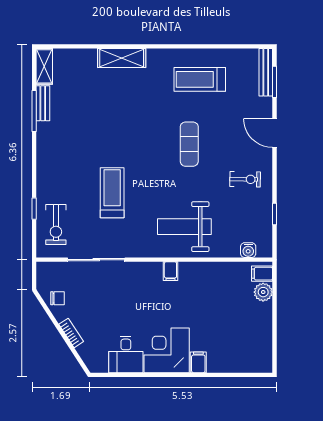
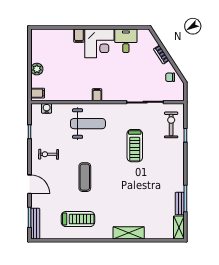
plant: (263, 292) -> (37, 69), moved

